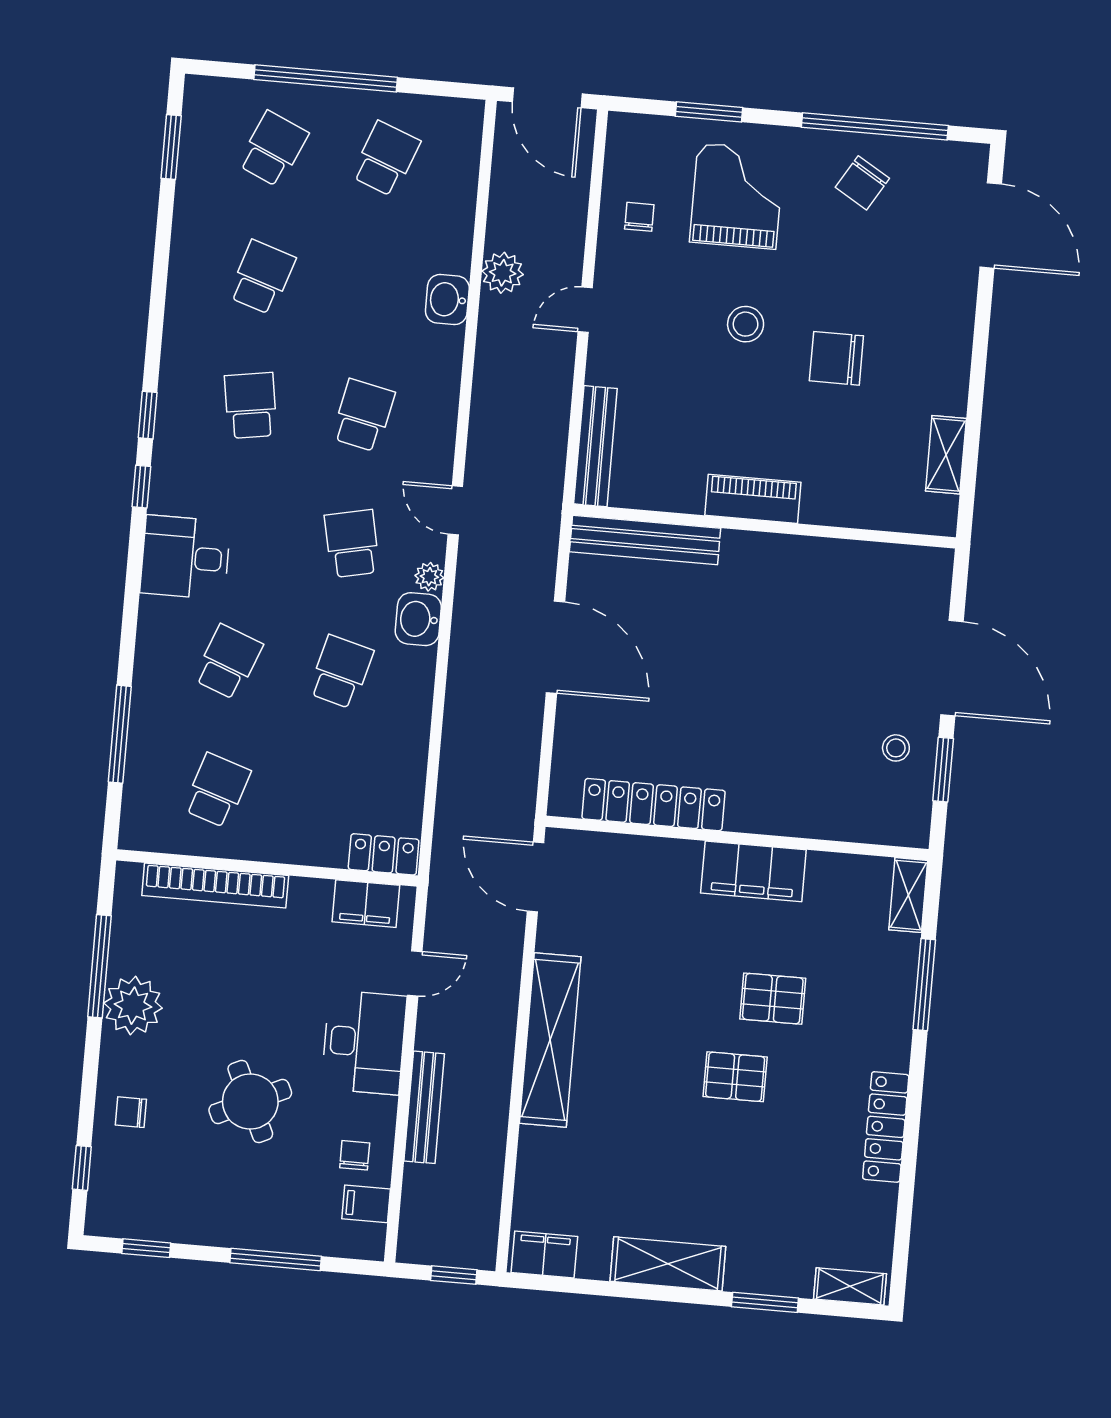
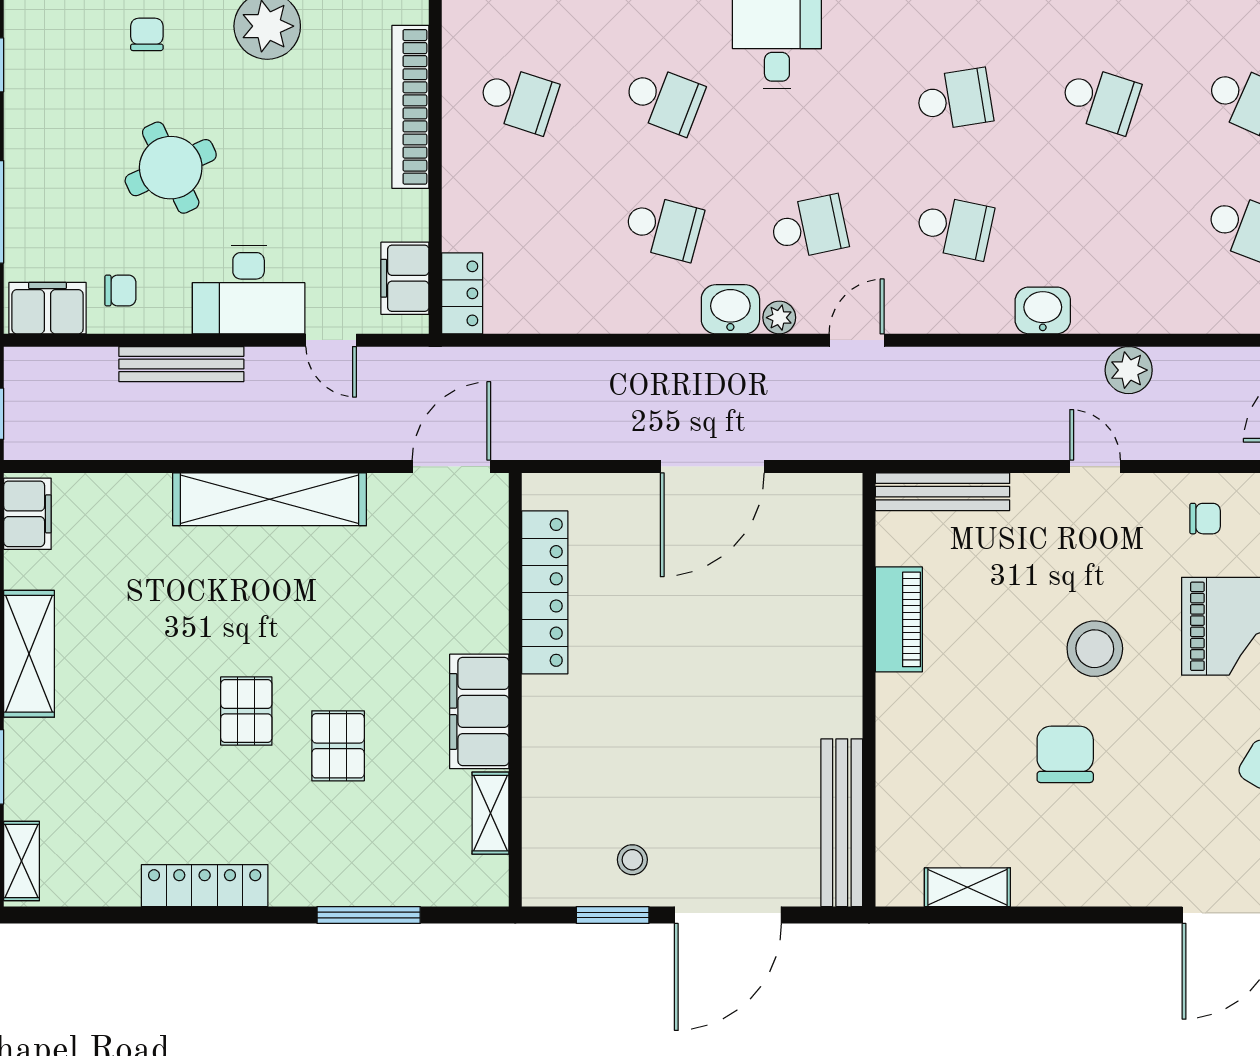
washbasin: (447, 300) -> (1043, 310), moved
stool: (746, 324) -> (1095, 649), width x1.38, depth x1.38
piano: (753, 499) -> (899, 619), moved
bench: (645, 540) -> (842, 823), moved
shelving: (908, 895) -> (491, 813), moved, turned 90
filing cabinet: (366, 1204) -> (48, 308), width x2.00

